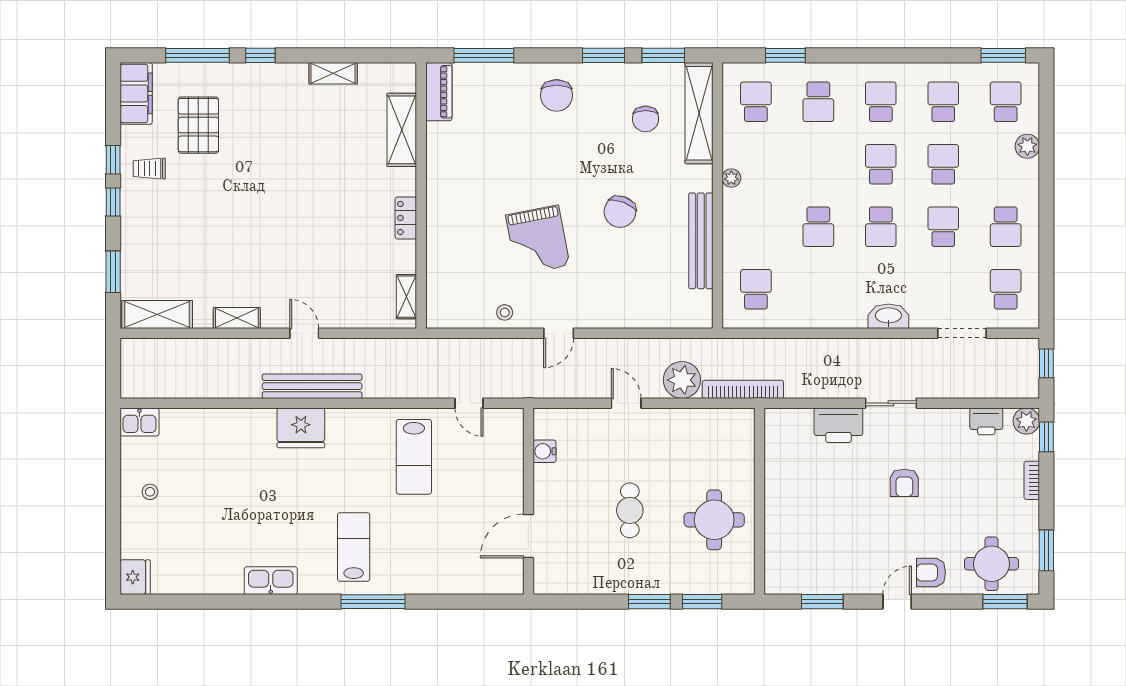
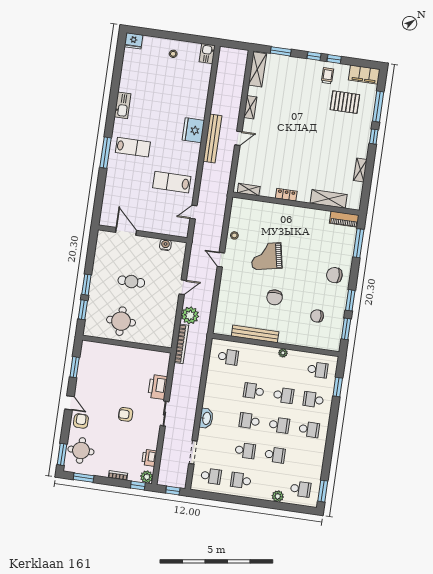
school desk: (943, 102) -> (284, 395), moved
shelving: (699, 113) -> (316, 342), removed
chair: (620, 212) -> (275, 297), turned -111

